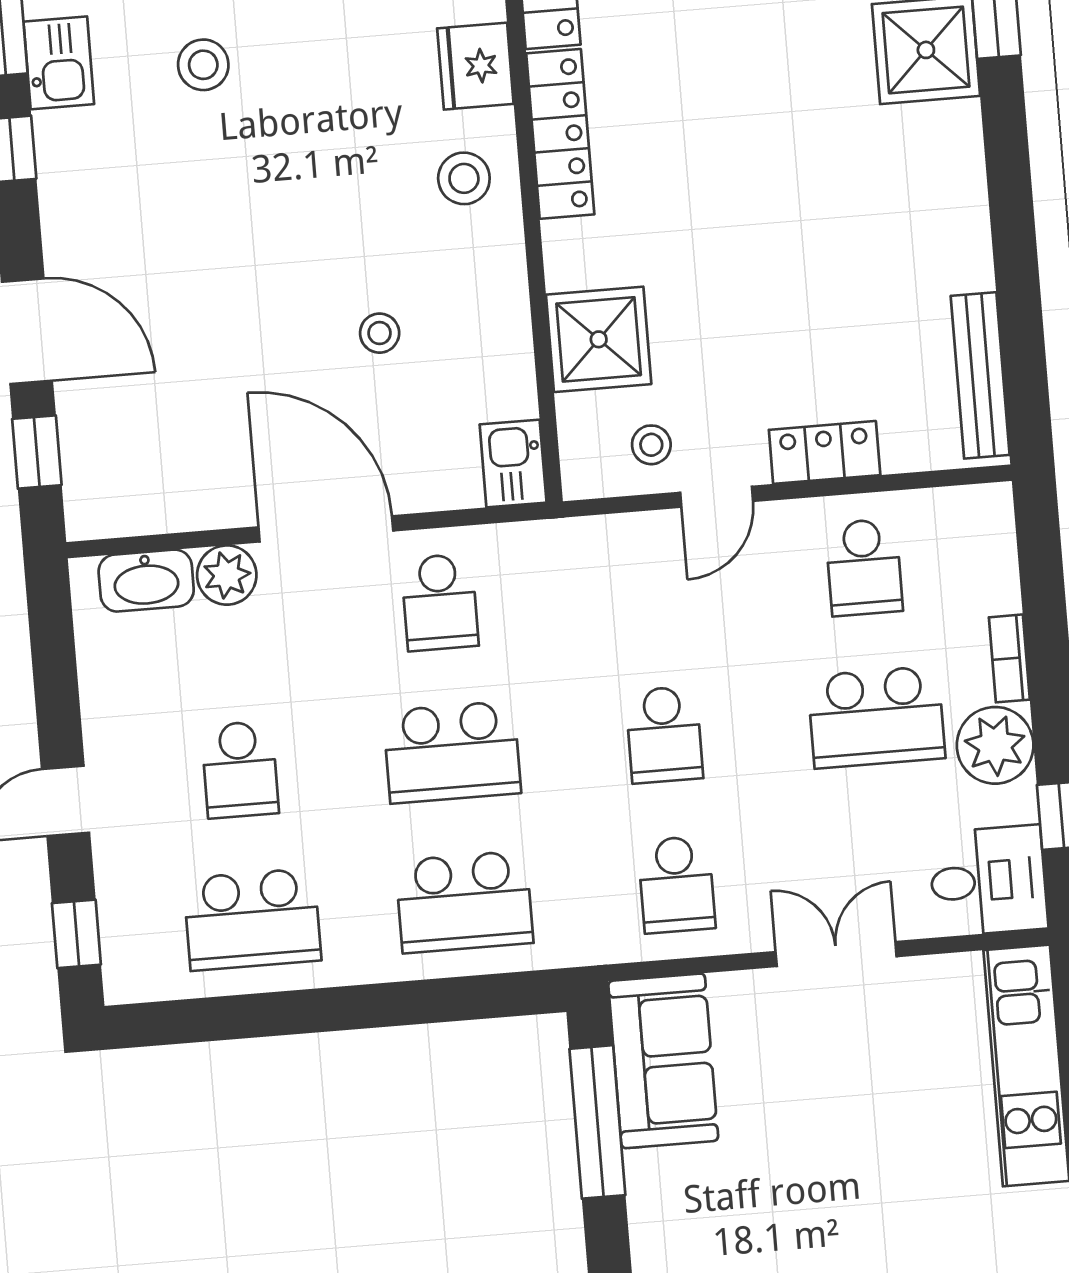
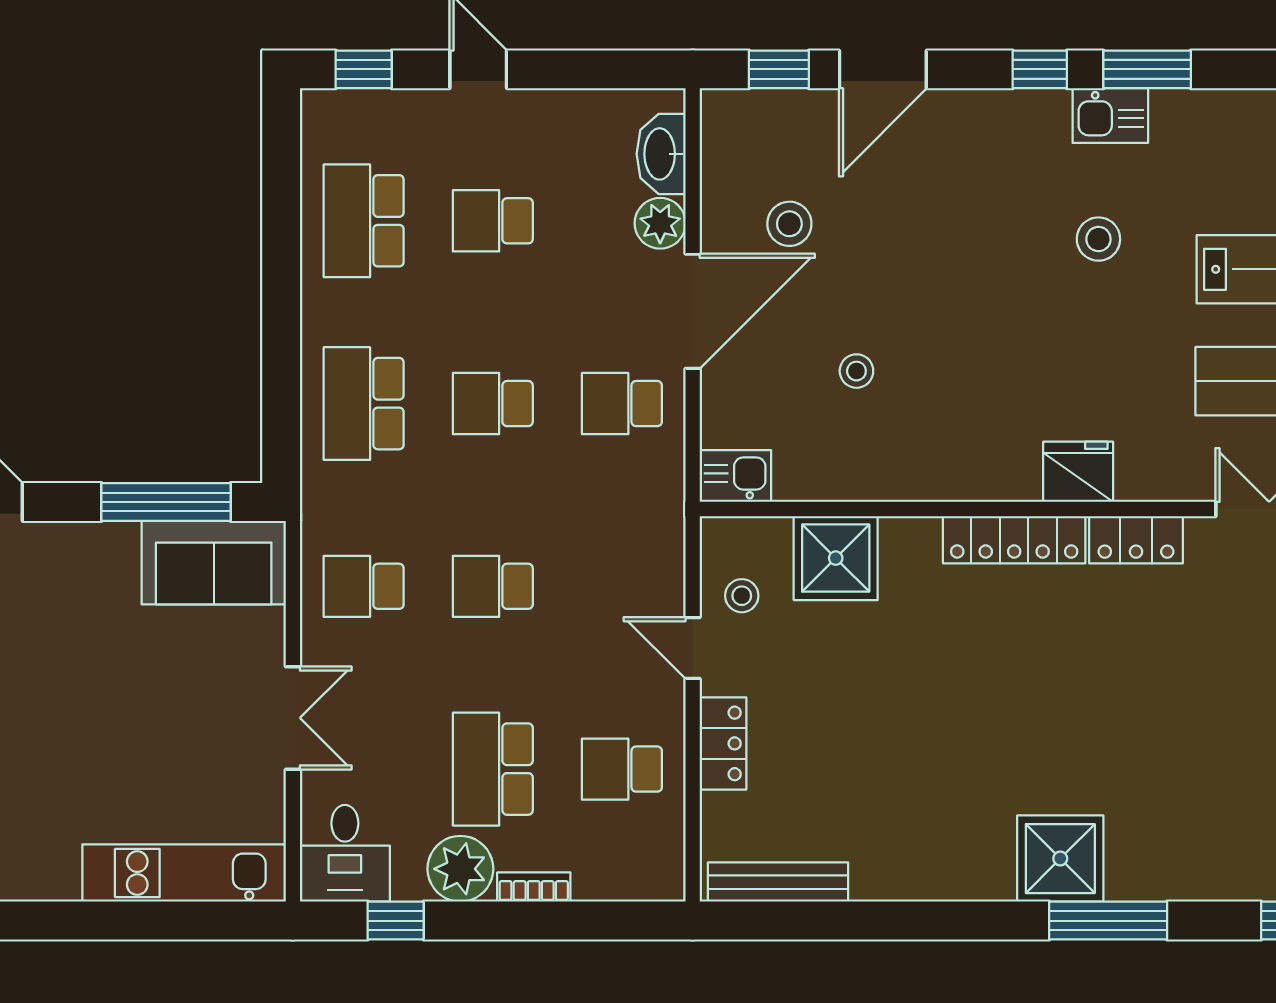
stool: (464, 178) -> (789, 224), moved
school desk: (452, 752) -> (493, 404), width x0.54

